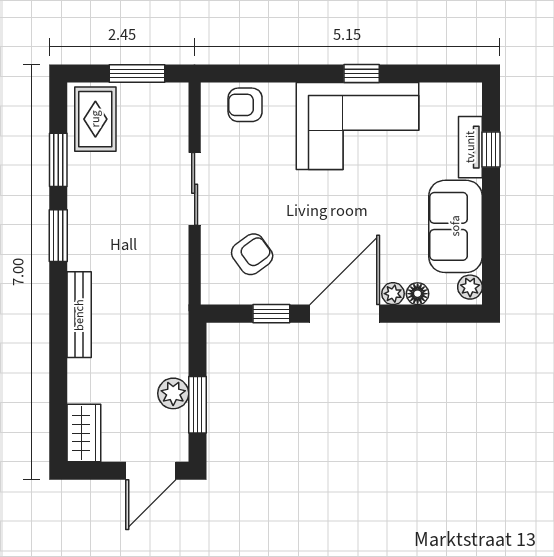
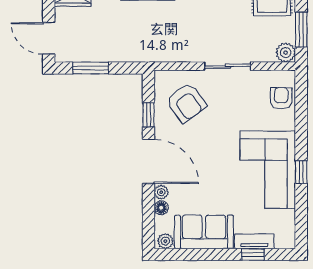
armchair: (252, 254) -> (186, 103), width x1.38, depth x1.38
plant: (173, 393) -> (286, 53), moved

